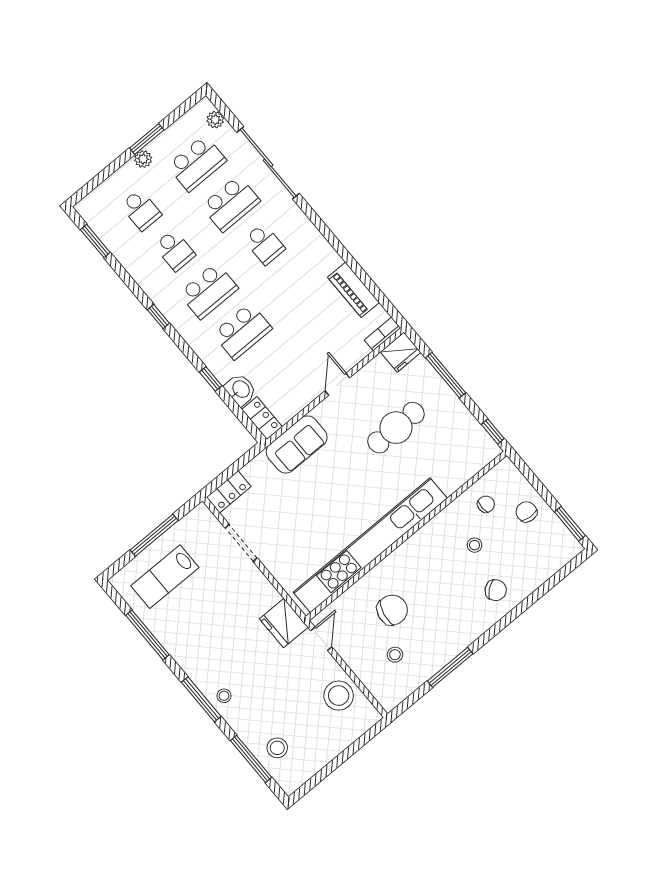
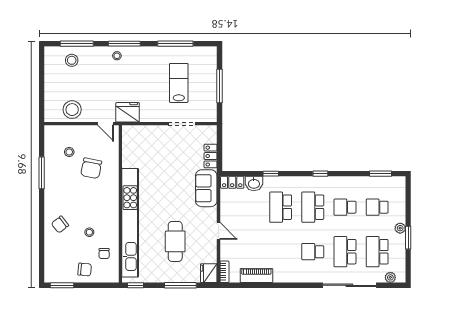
locker: (229, 492) -> (211, 156), moved
kitchen unit: (370, 545) -> (130, 223), moved
lab bench: (165, 577) -> (179, 83), moved

